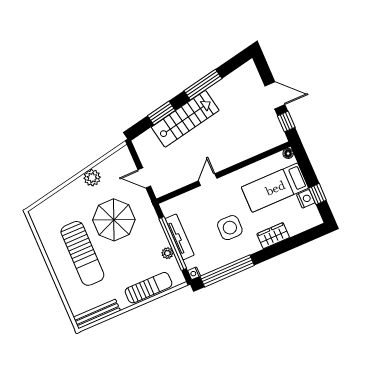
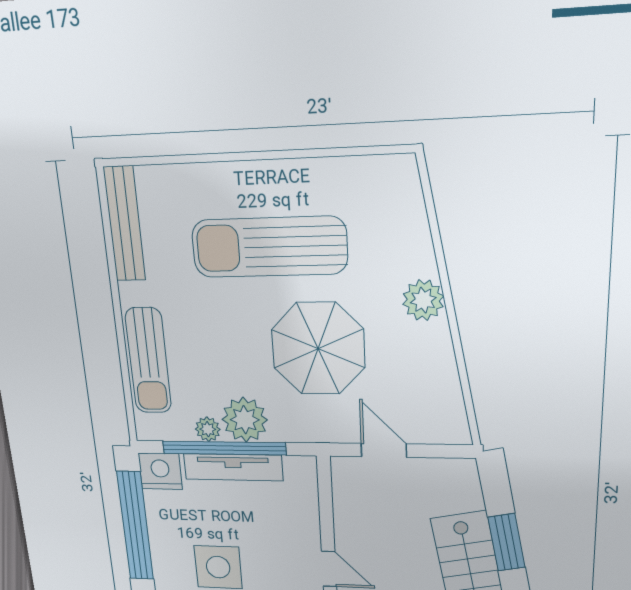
plant: (92, 178) -> (423, 300), moved
door: (144, 178) -> (384, 450), hinge flipped
plant: (156, 239) -> (245, 420), added
nightstand: (194, 273) -> (160, 471), width x1.89, depth x1.79

